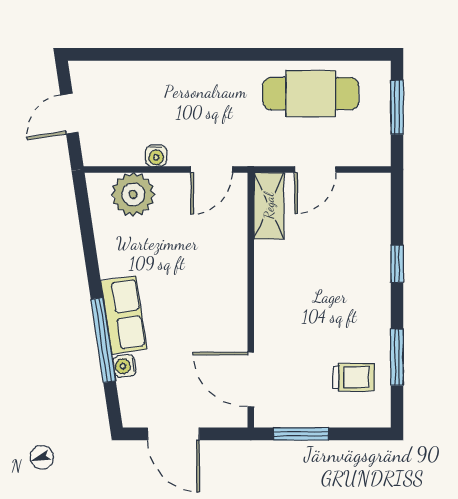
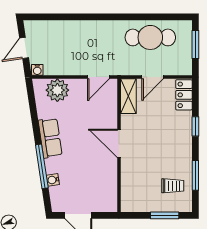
water cooler: (156, 156) -> (37, 70), moved
locker: (375, 203) -> (184, 95), added
row of seats: (124, 315) -> (50, 138), moved
door: (251, 379) -> (119, 143), moved
window: (301, 434) -> (165, 215), moved

